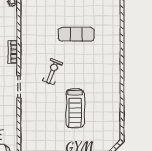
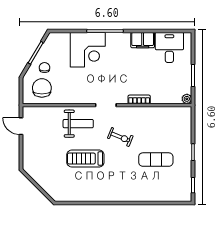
exercise mat: (76, 34) -> (156, 160), turned 90
weight bench: (38, 116) -> (78, 124), added

